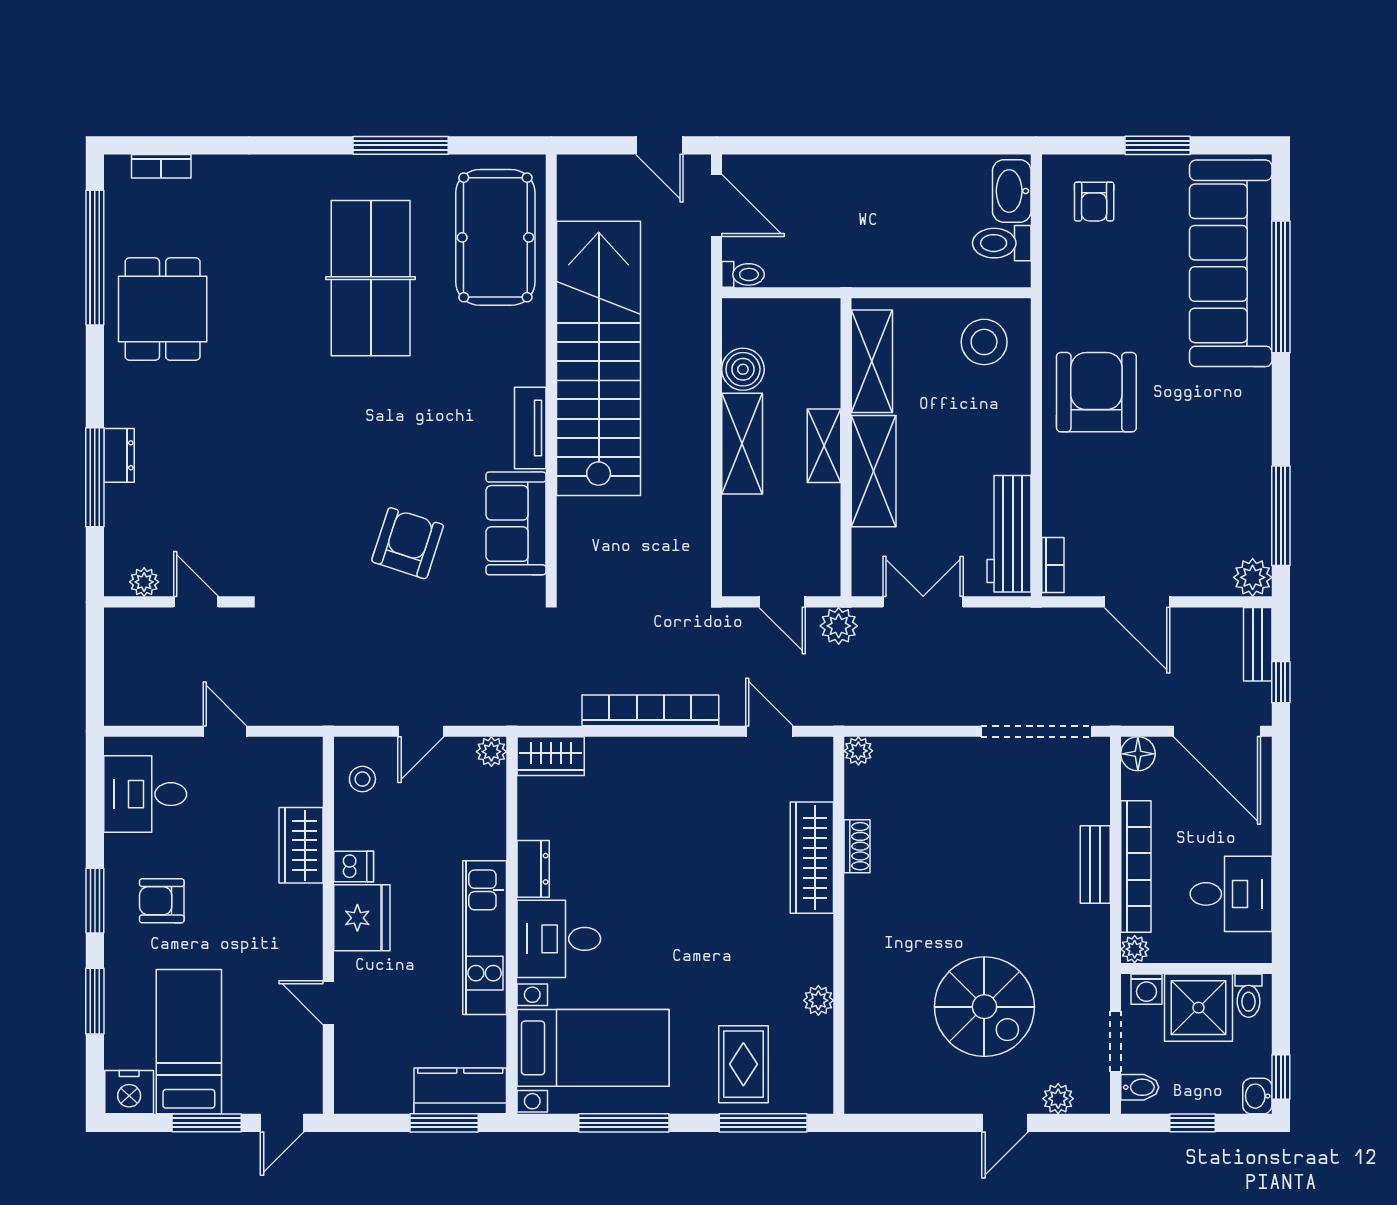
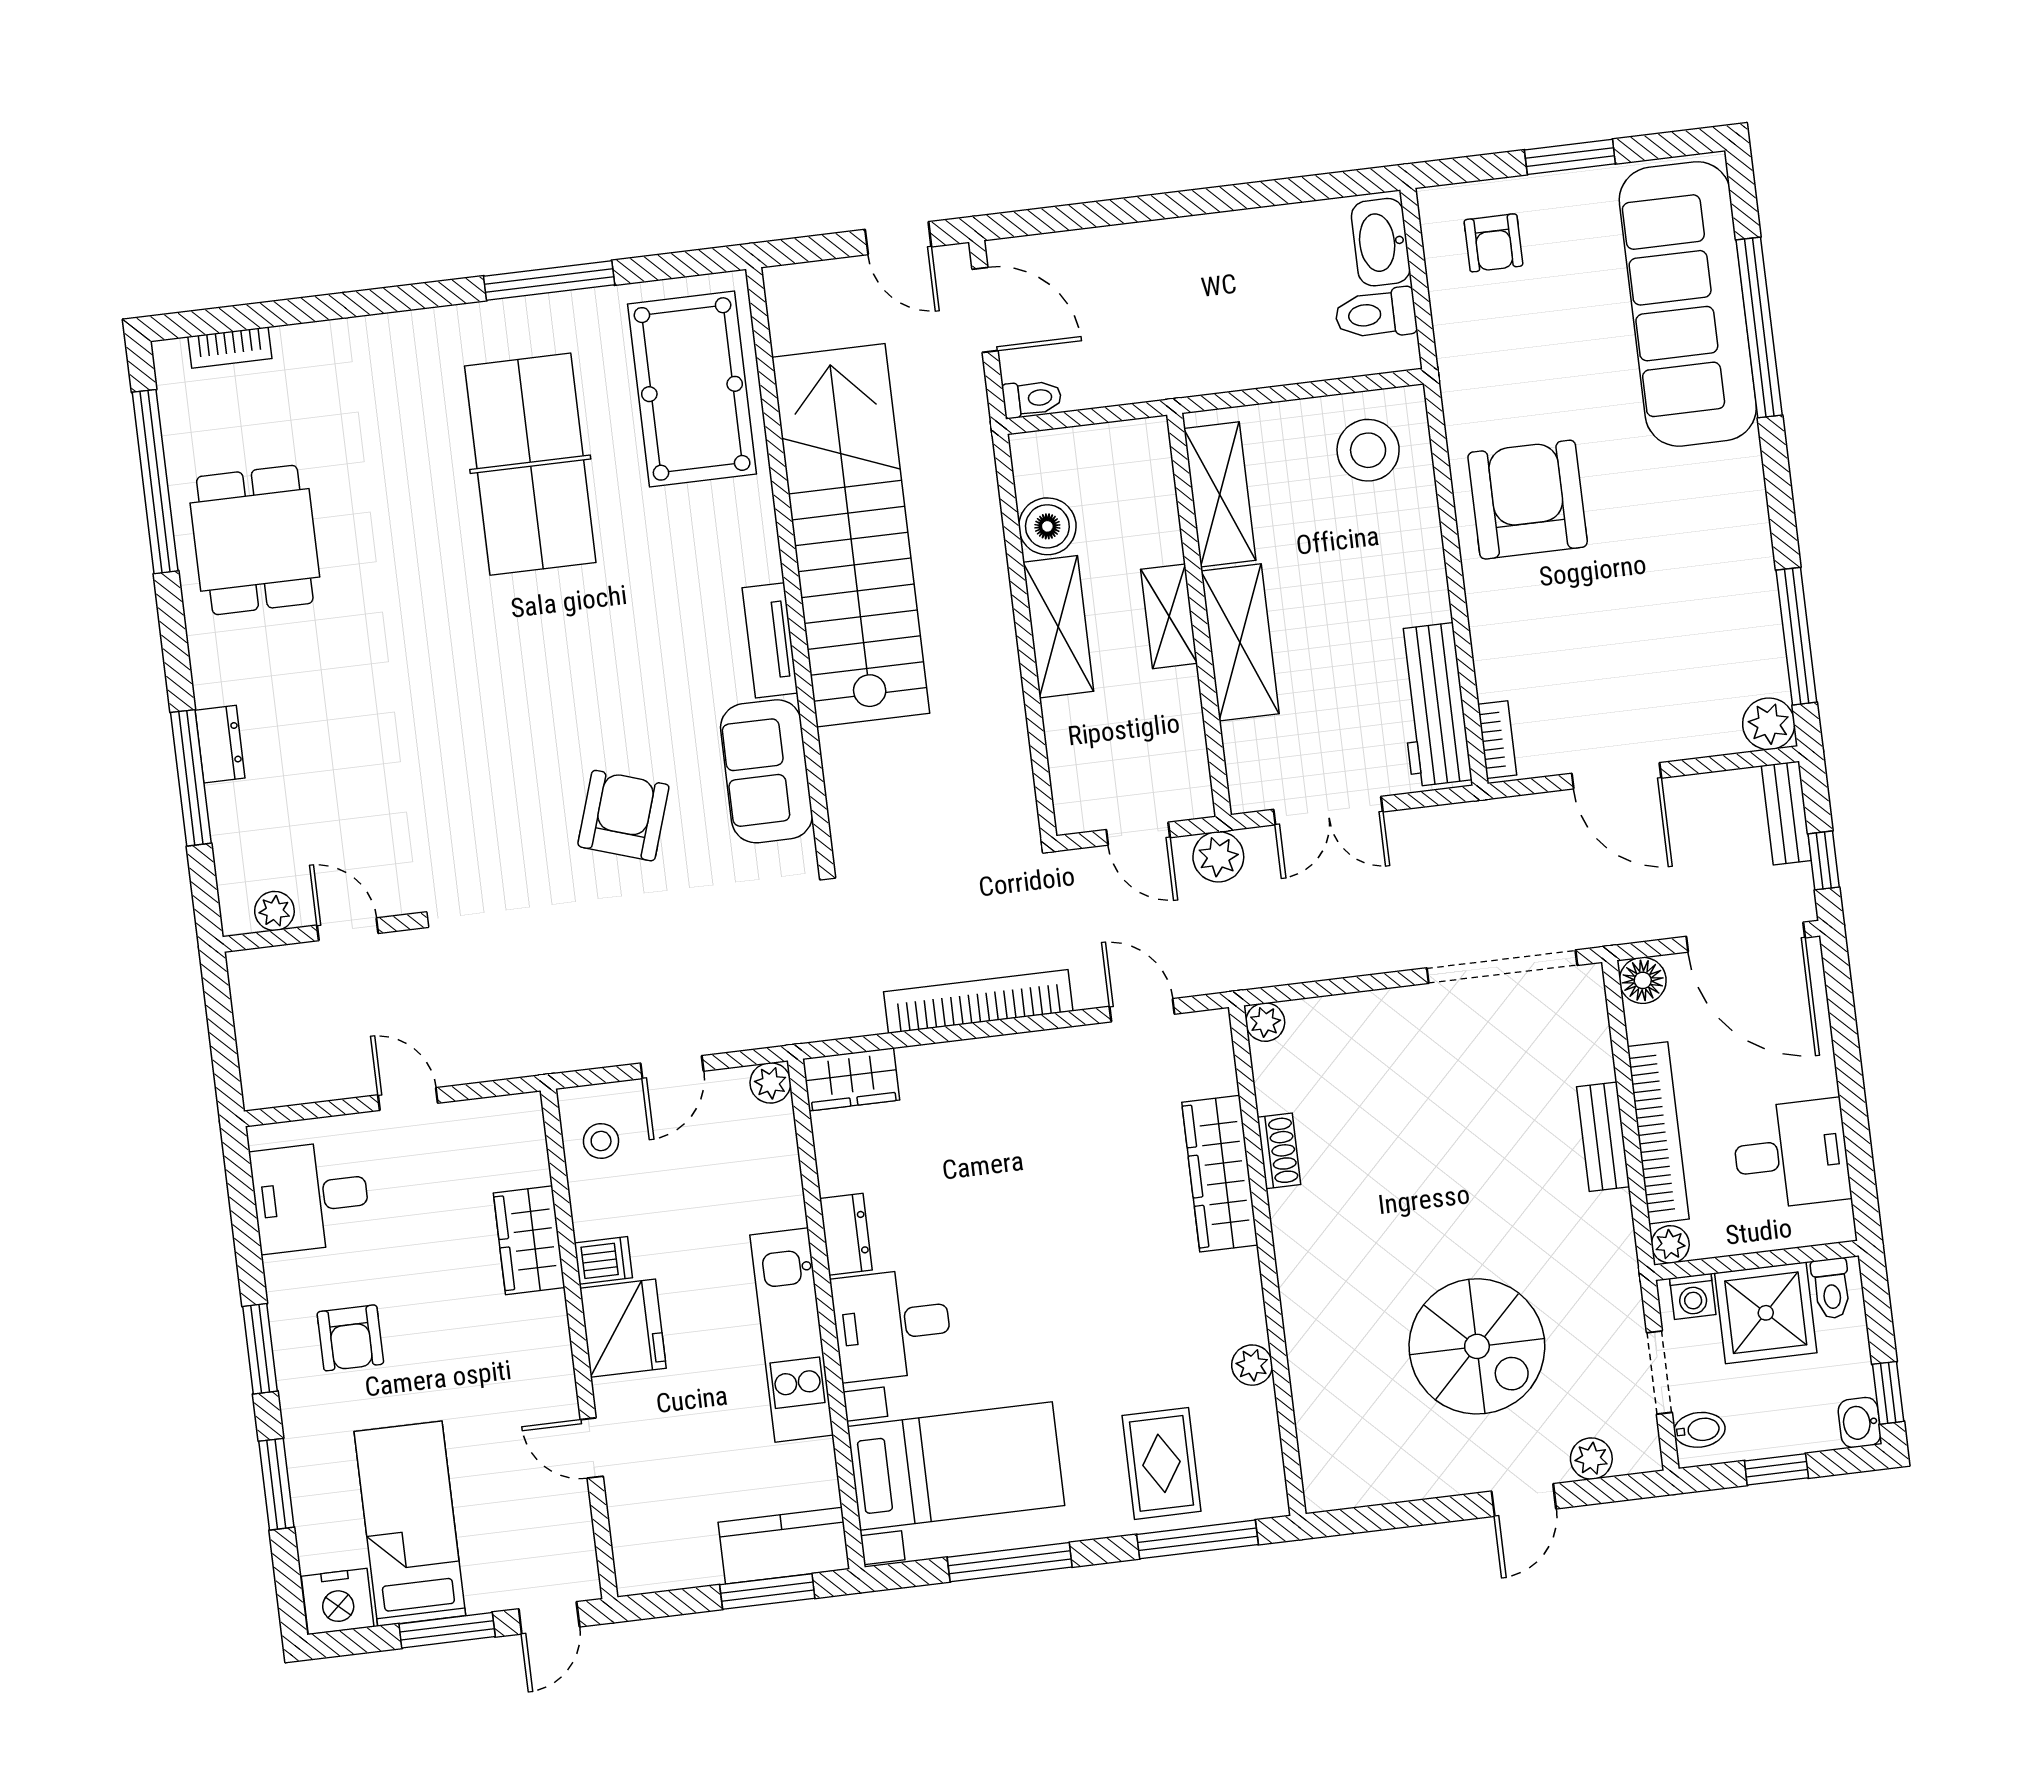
double door: (923, 602) -> (1328, 811), swing flipped
armchair: (162, 901) -> (350, 1338), turned -90

